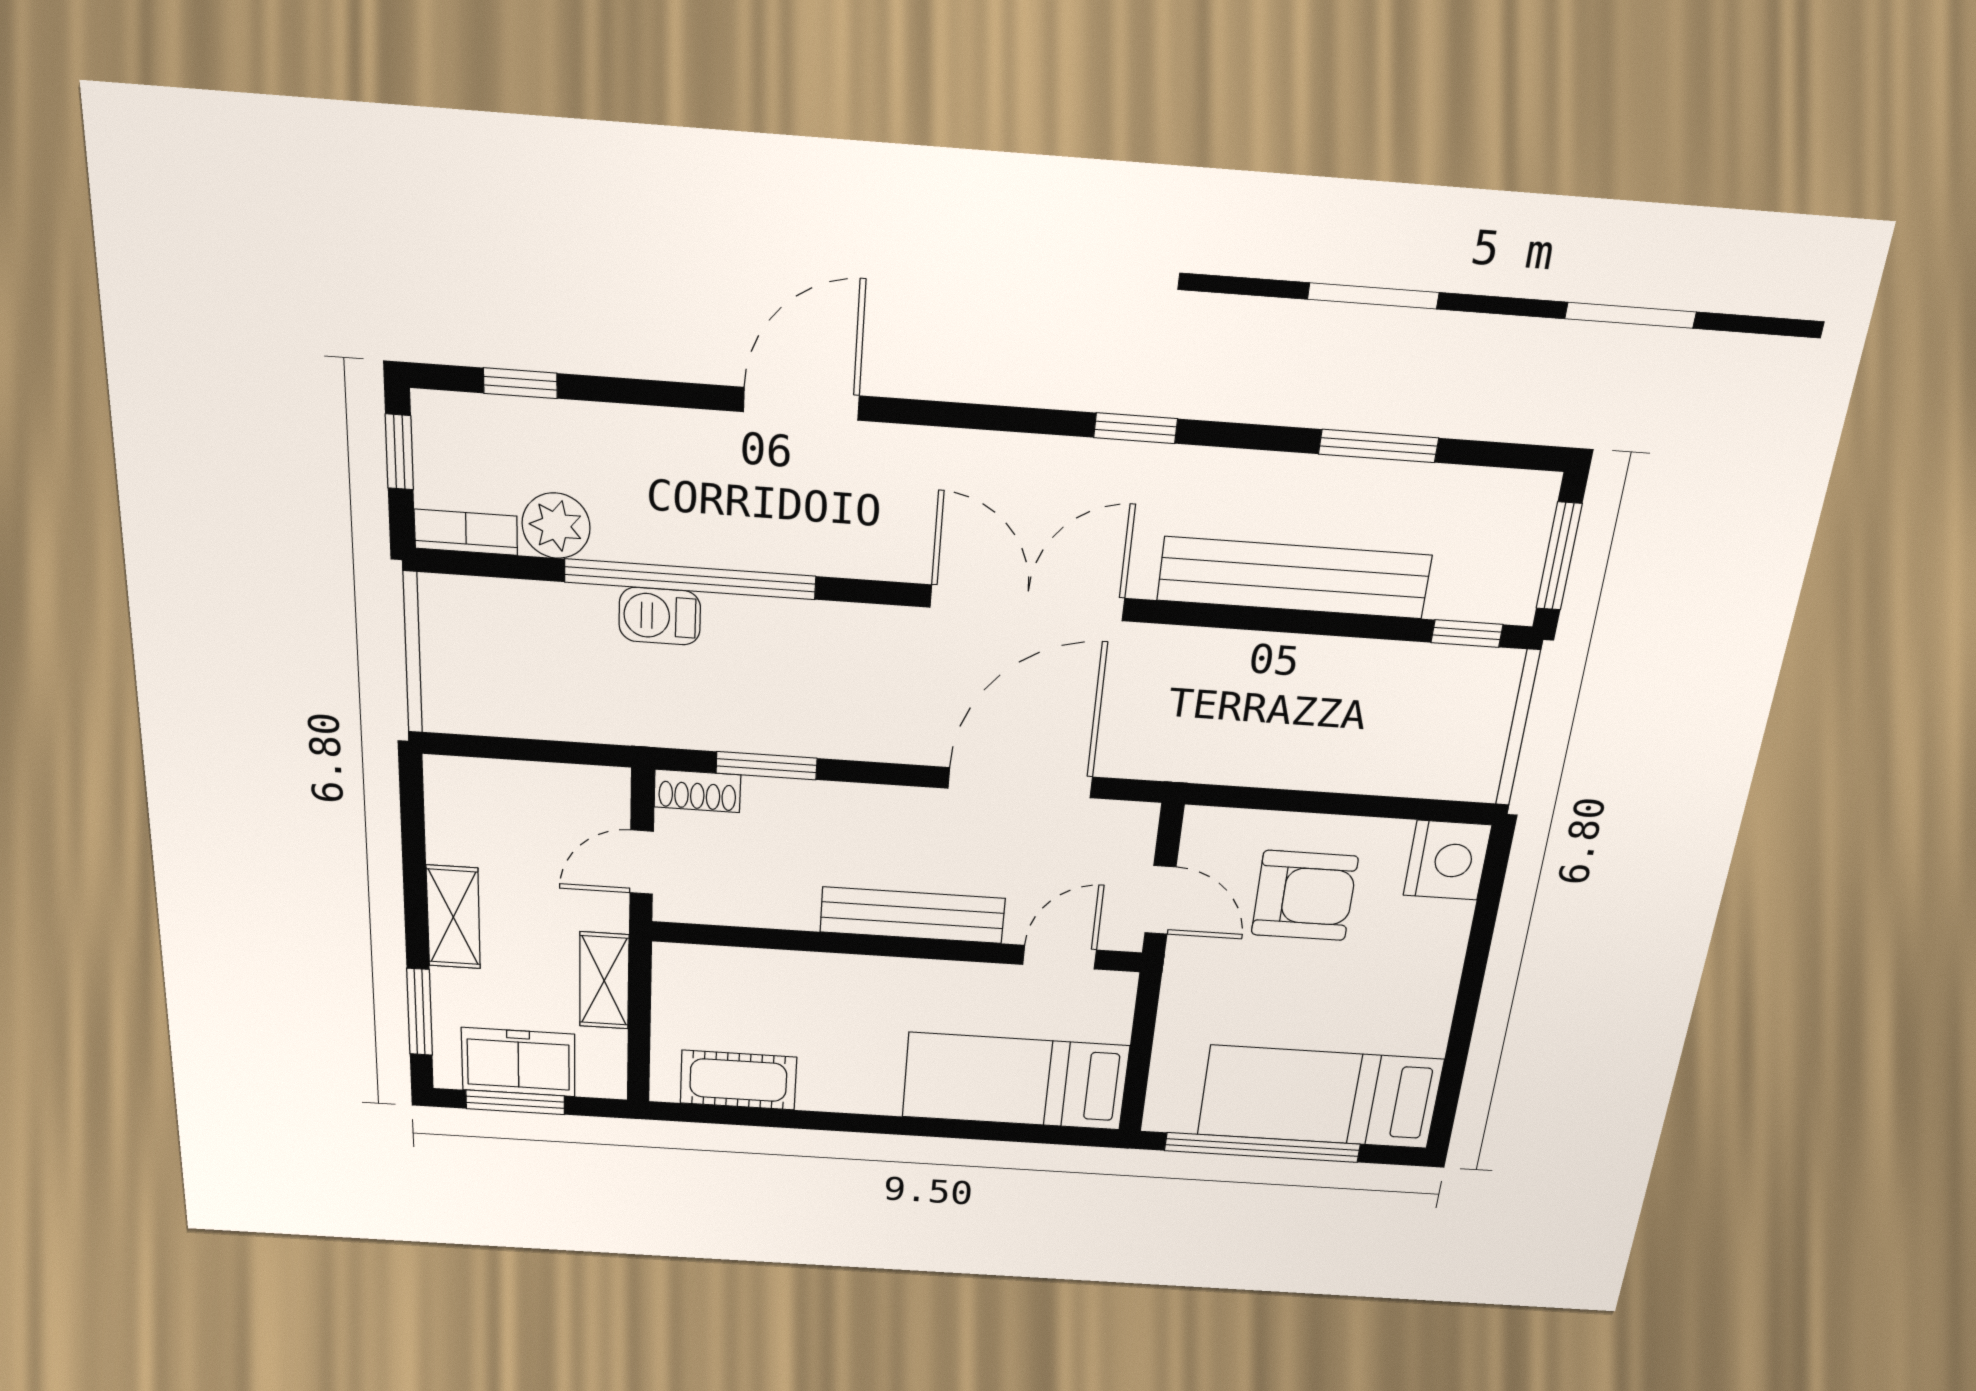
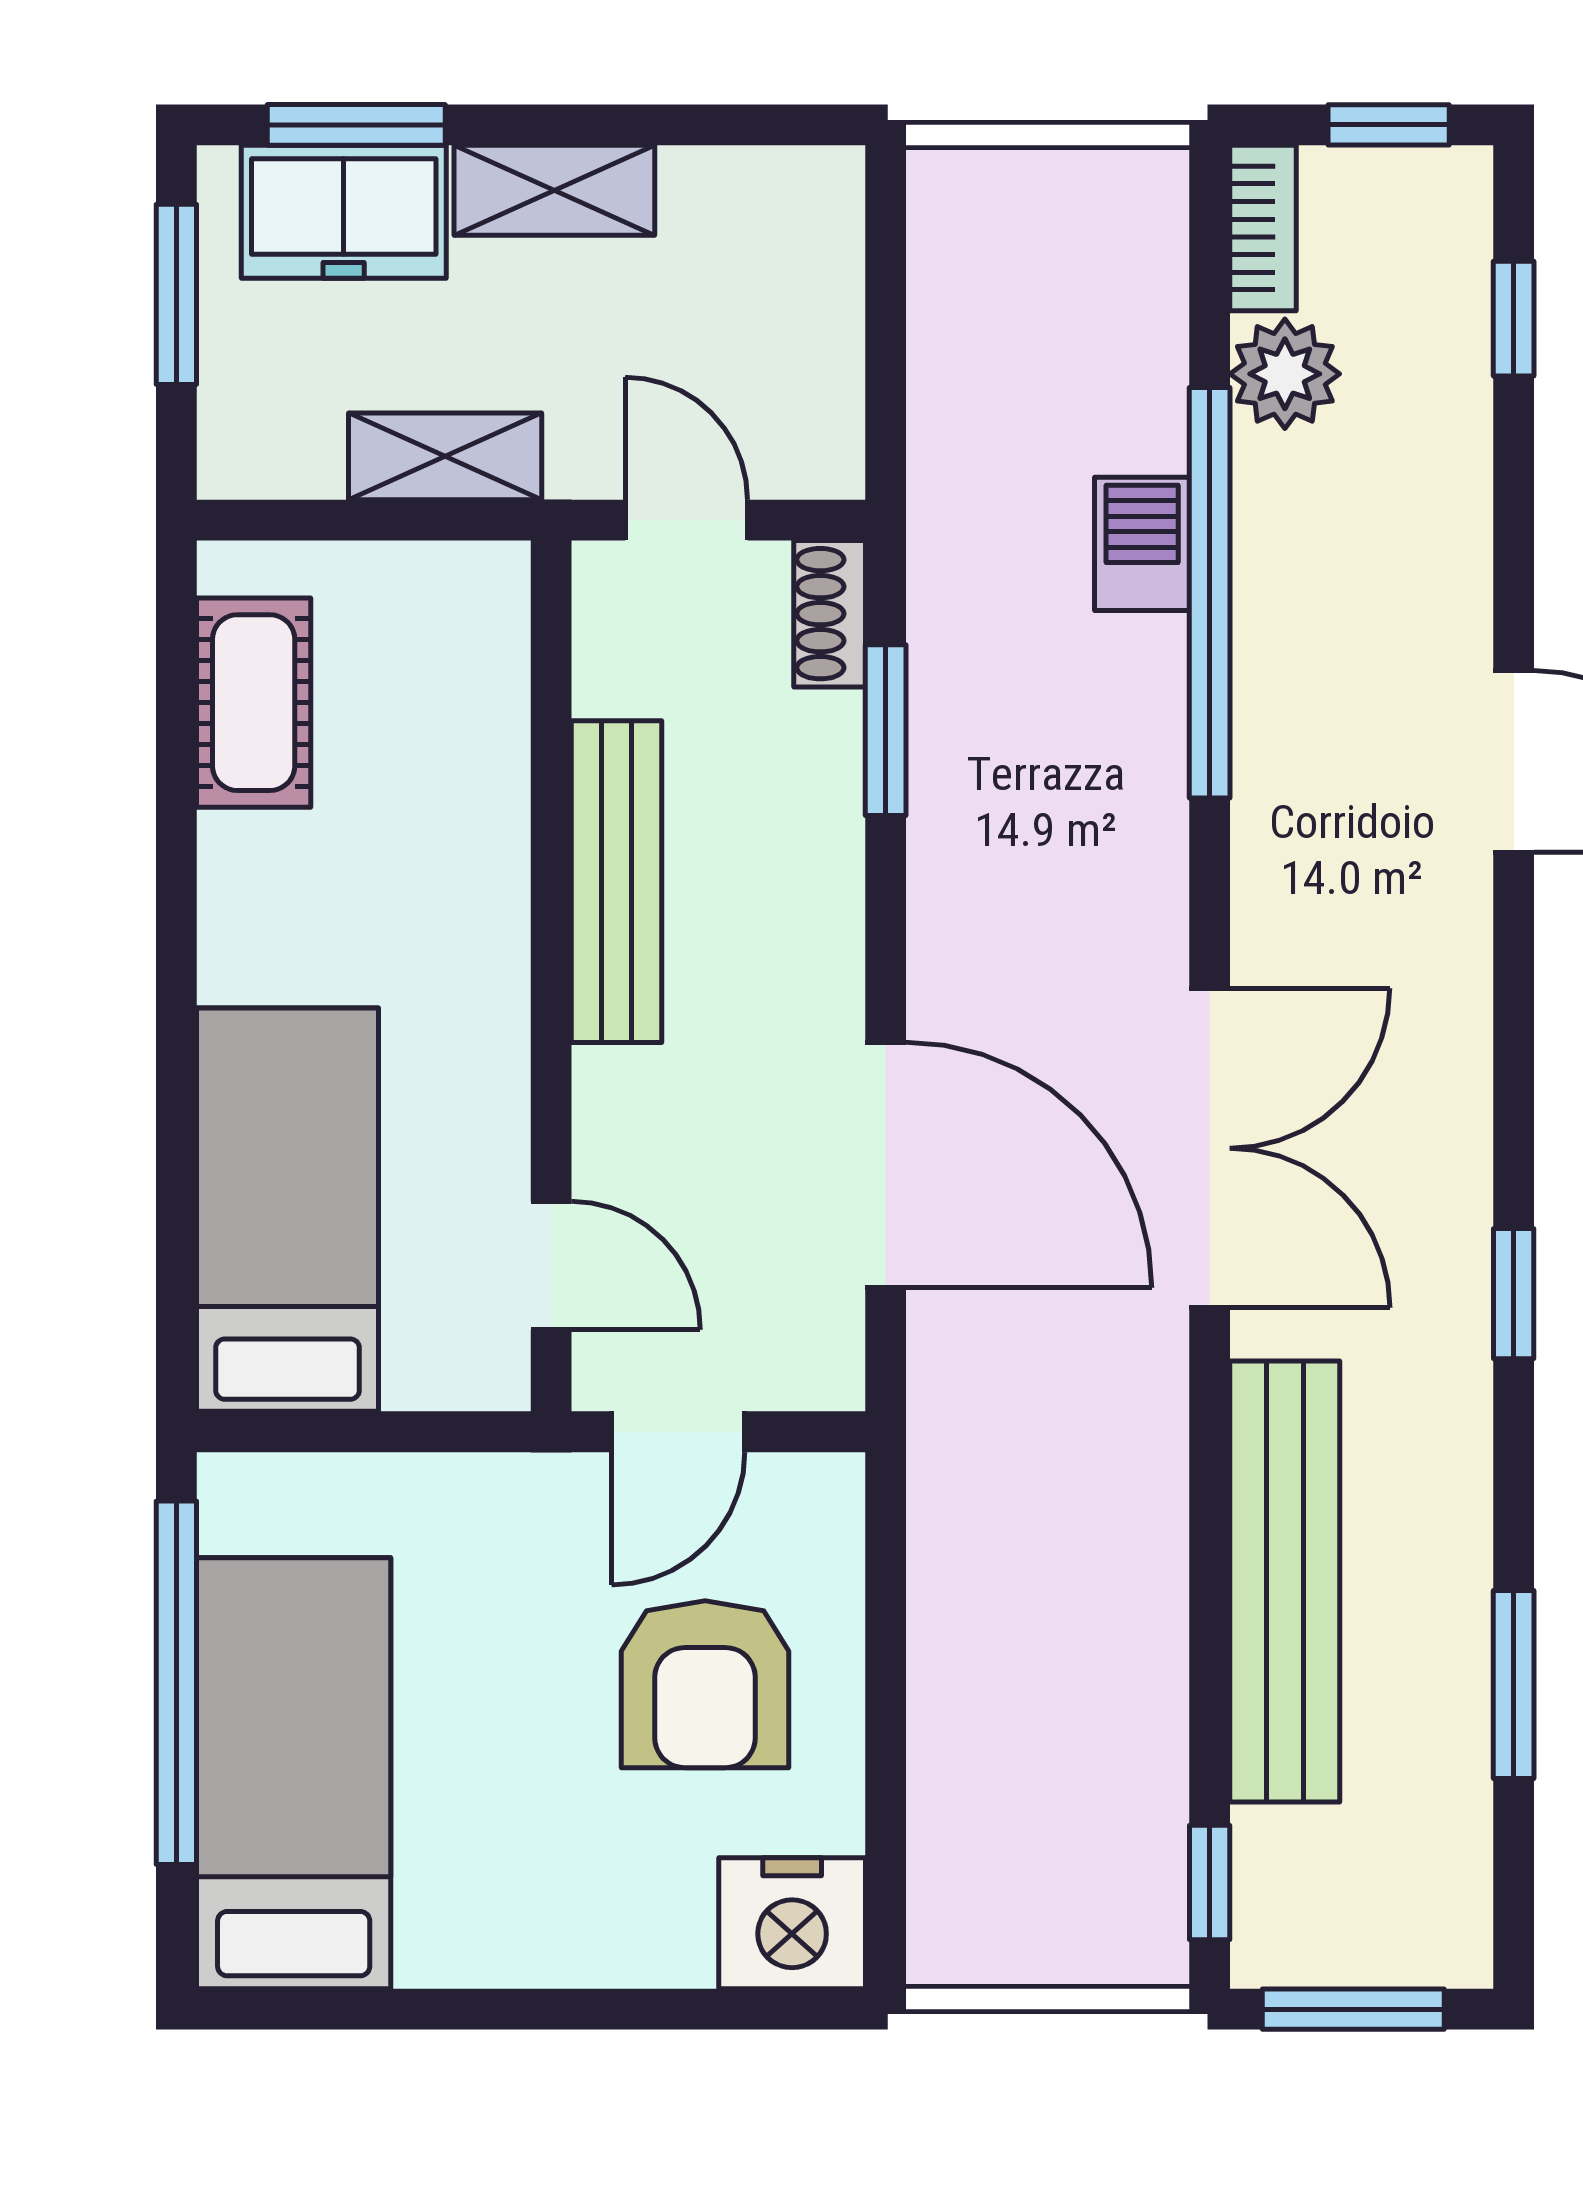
bench: (912, 915) -> (617, 882), moved
freezer: (518, 1062) -> (344, 212), moved, turned 90

